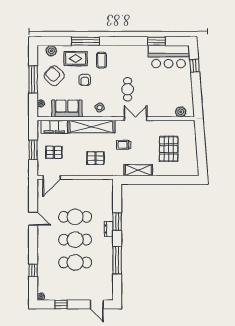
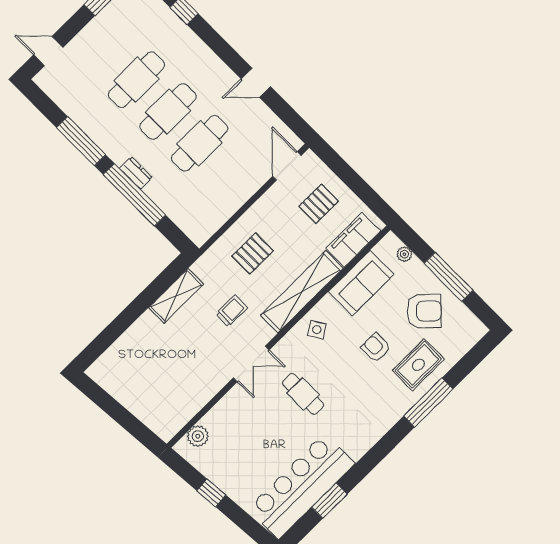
plant: (51, 51) -> (463, 342), removed
bar counter: (169, 57) -> (302, 486), width x1.36
coffee table: (101, 60) -> (380, 398), removed
window: (195, 66) -> (211, 493), moved
pallet: (169, 149) -> (163, 368), removed
window: (33, 150) -> (351, 178), removed
window: (117, 222) -> (134, 195), width x2.11

